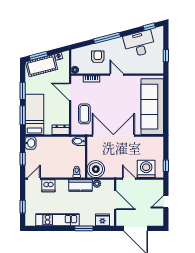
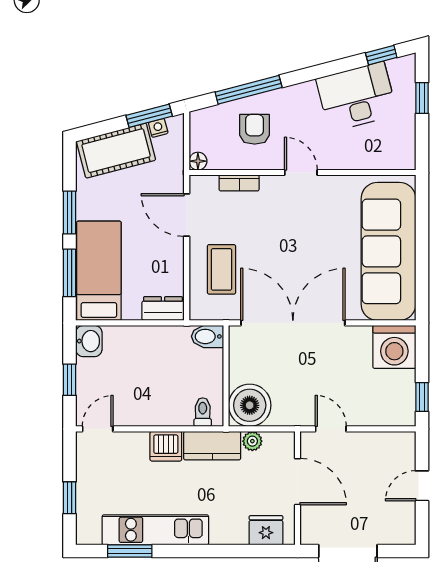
window: (107, 38) -> (249, 90), moved
window: (38, 56) -> (149, 116), moved
window: (166, 56) -> (422, 98), moved
washing machine: (146, 169) -> (394, 347), moved, turned 180
dishwasher: (48, 186) -> (166, 446), moved
window: (84, 228) -> (130, 551), moved

